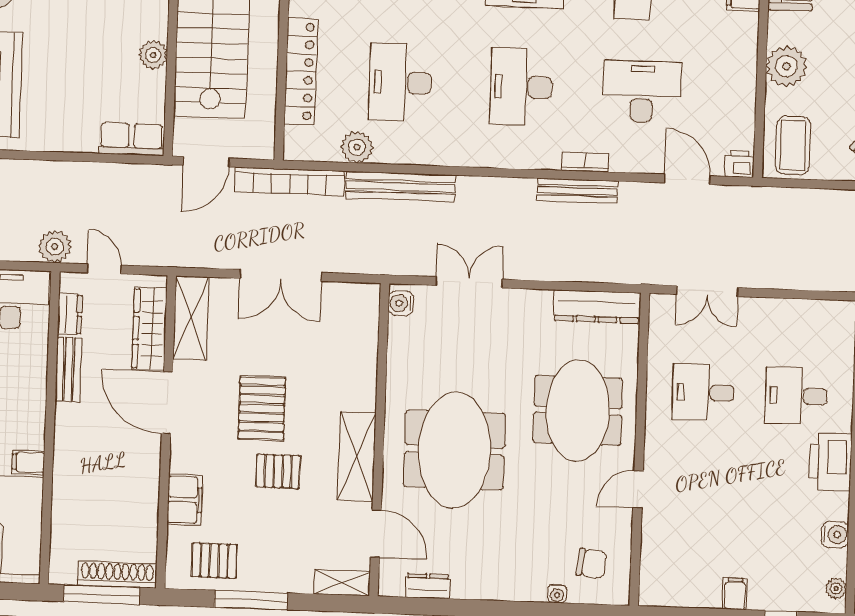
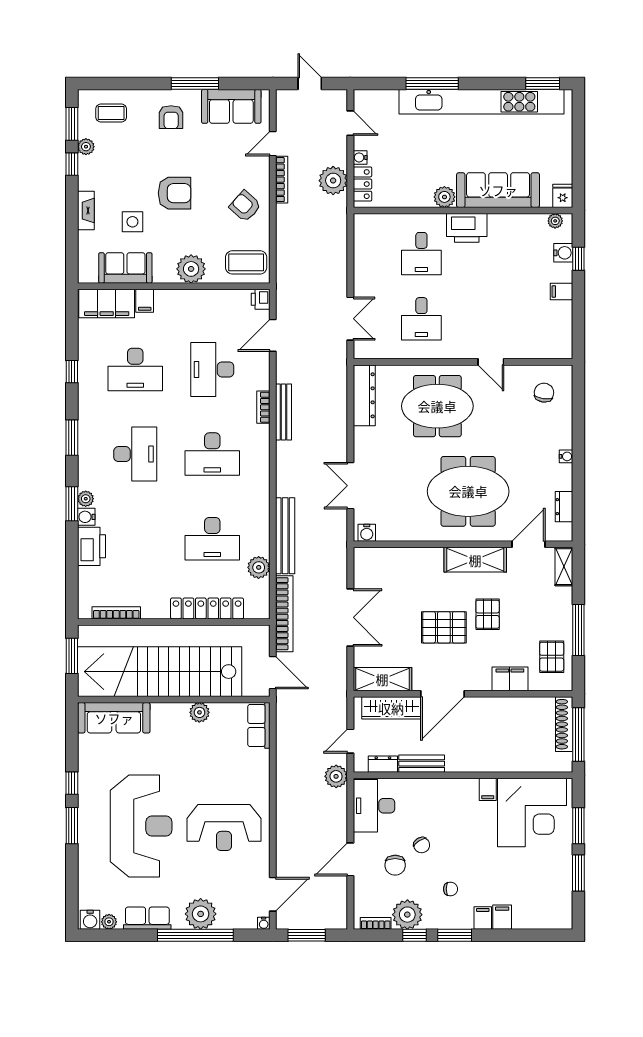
water cooler: (835, 535) -> (563, 253), moved, turned 90
water cooler: (557, 594) -> (566, 456), moved

